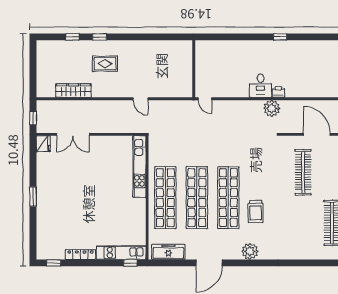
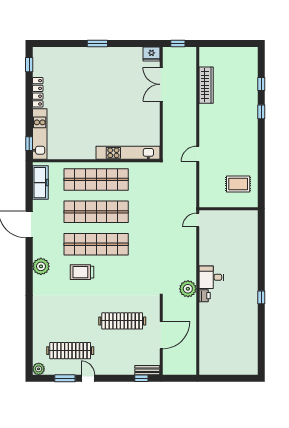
rug: (105, 64) -> (238, 184), moved, turned 90

